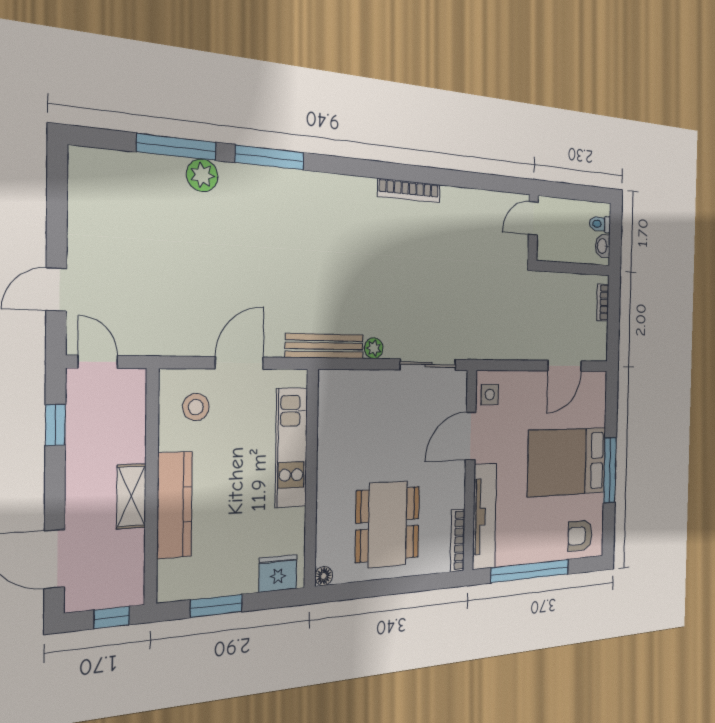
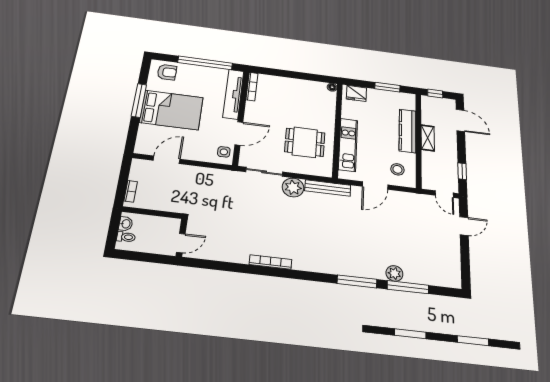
plant: (374, 348) -> (293, 187), width x1.87, depth x1.87
dining table: (388, 524) -> (305, 142), moved, width x0.73

